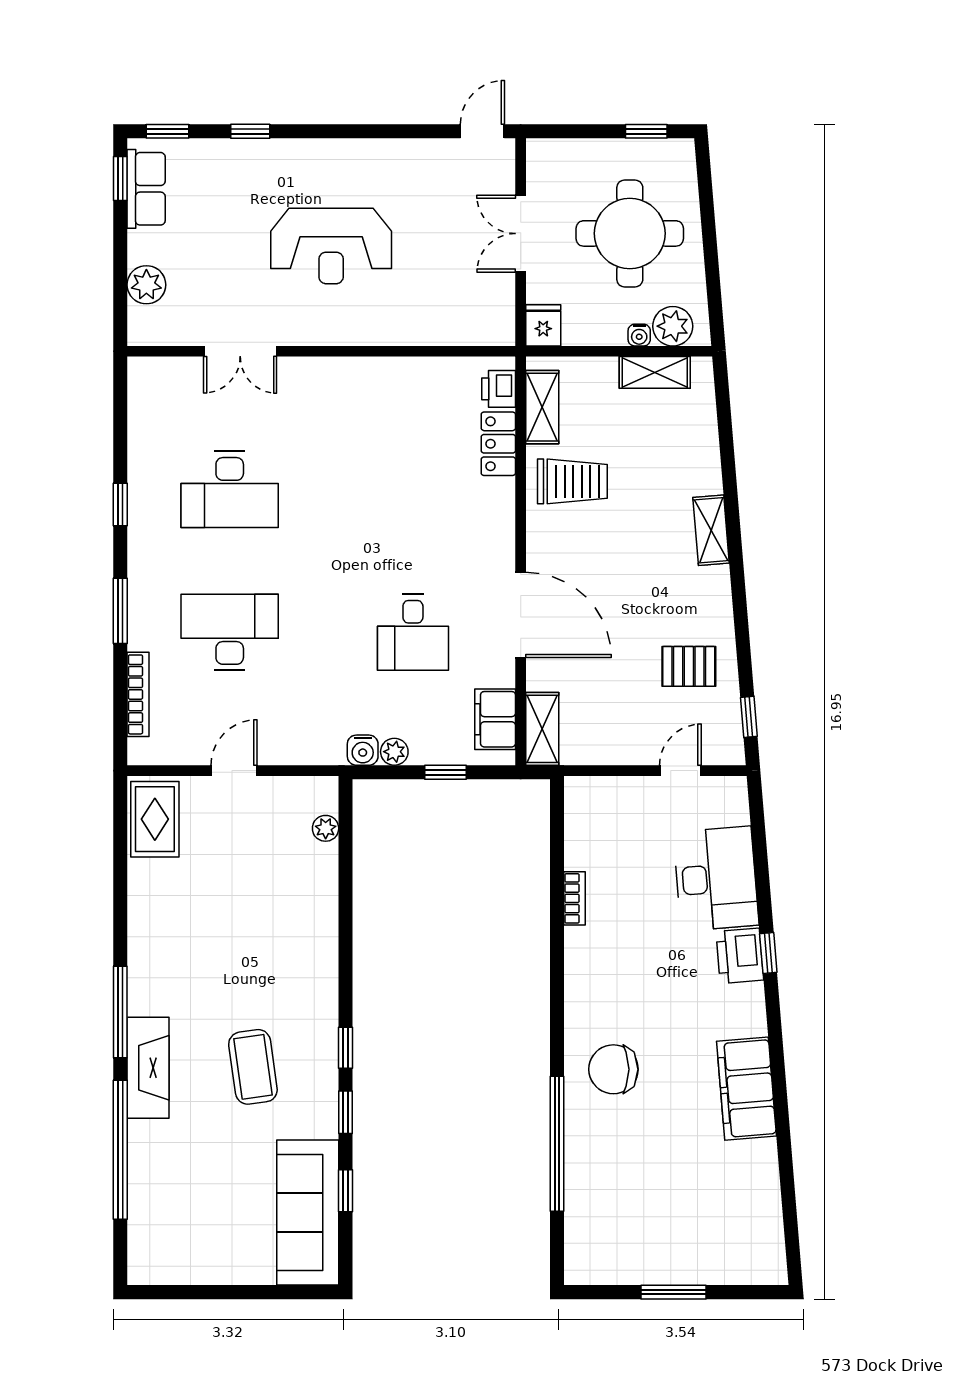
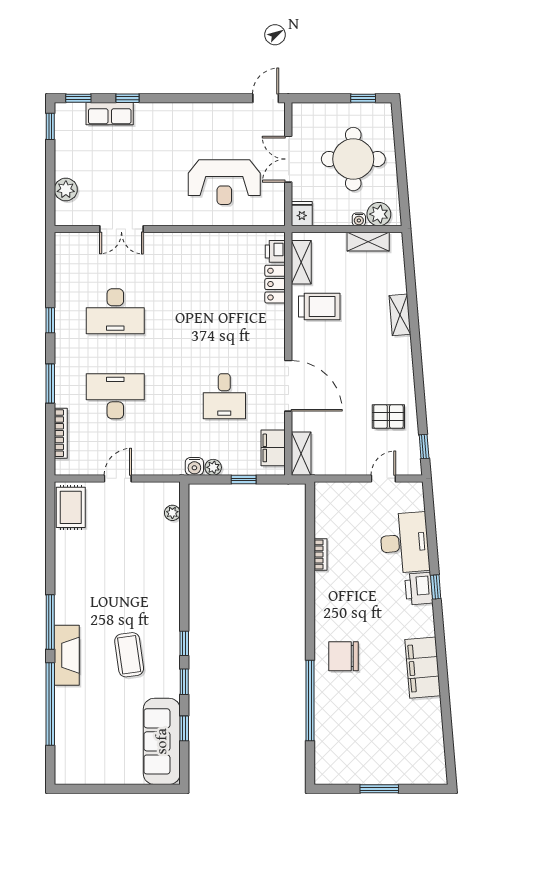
row of seats: (146, 189) -> (110, 114), moved, turned 90
reception desk: (331, 246) -> (224, 182), moved
shelving: (711, 530) -> (400, 315), moved

